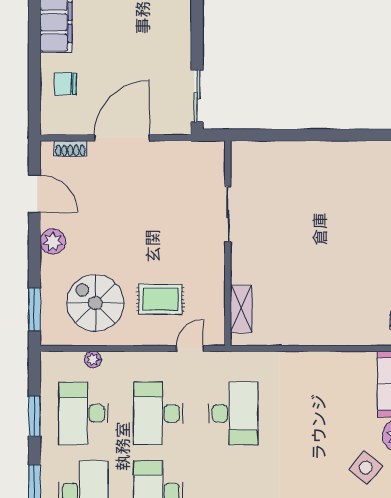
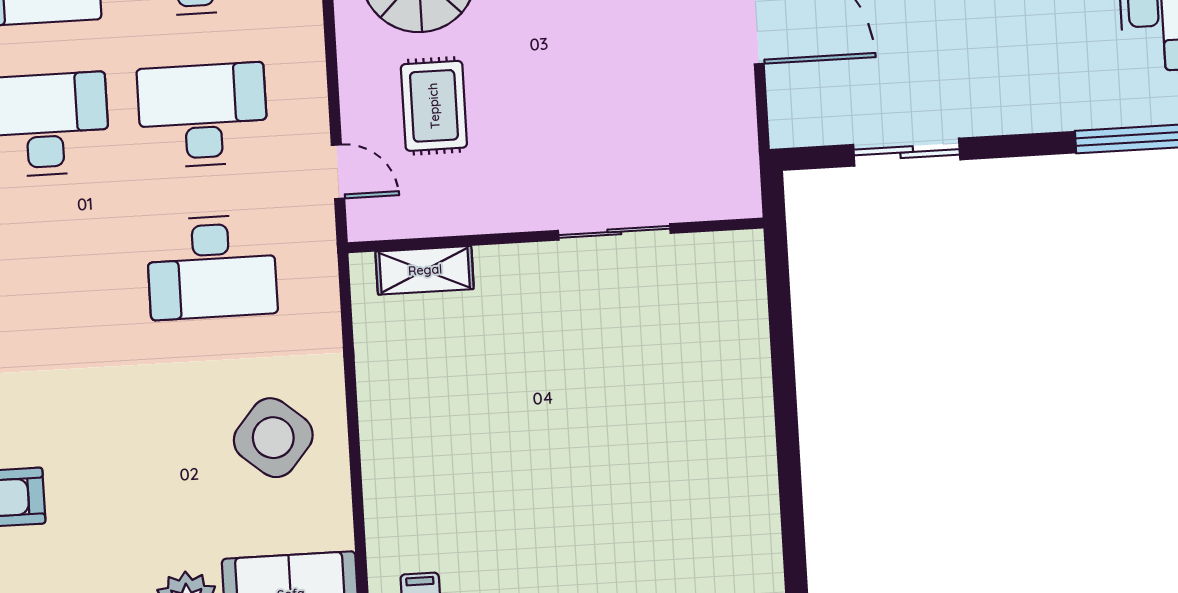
sliding door: (197, 96) -> (907, 152), moved
side table: (366, 468) -> (273, 438), moved, width x1.37, depth x1.37

